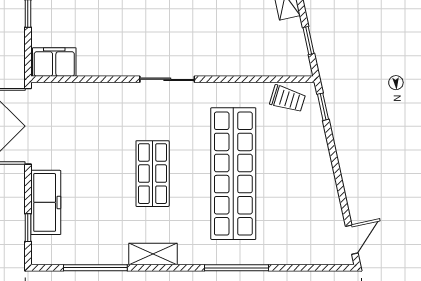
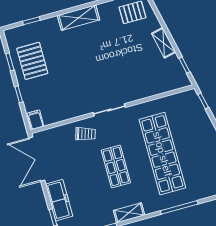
filing cabinet: (54, 62) -> (35, 120), width x0.50
trolley: (288, 99) -> (85, 134), moved

